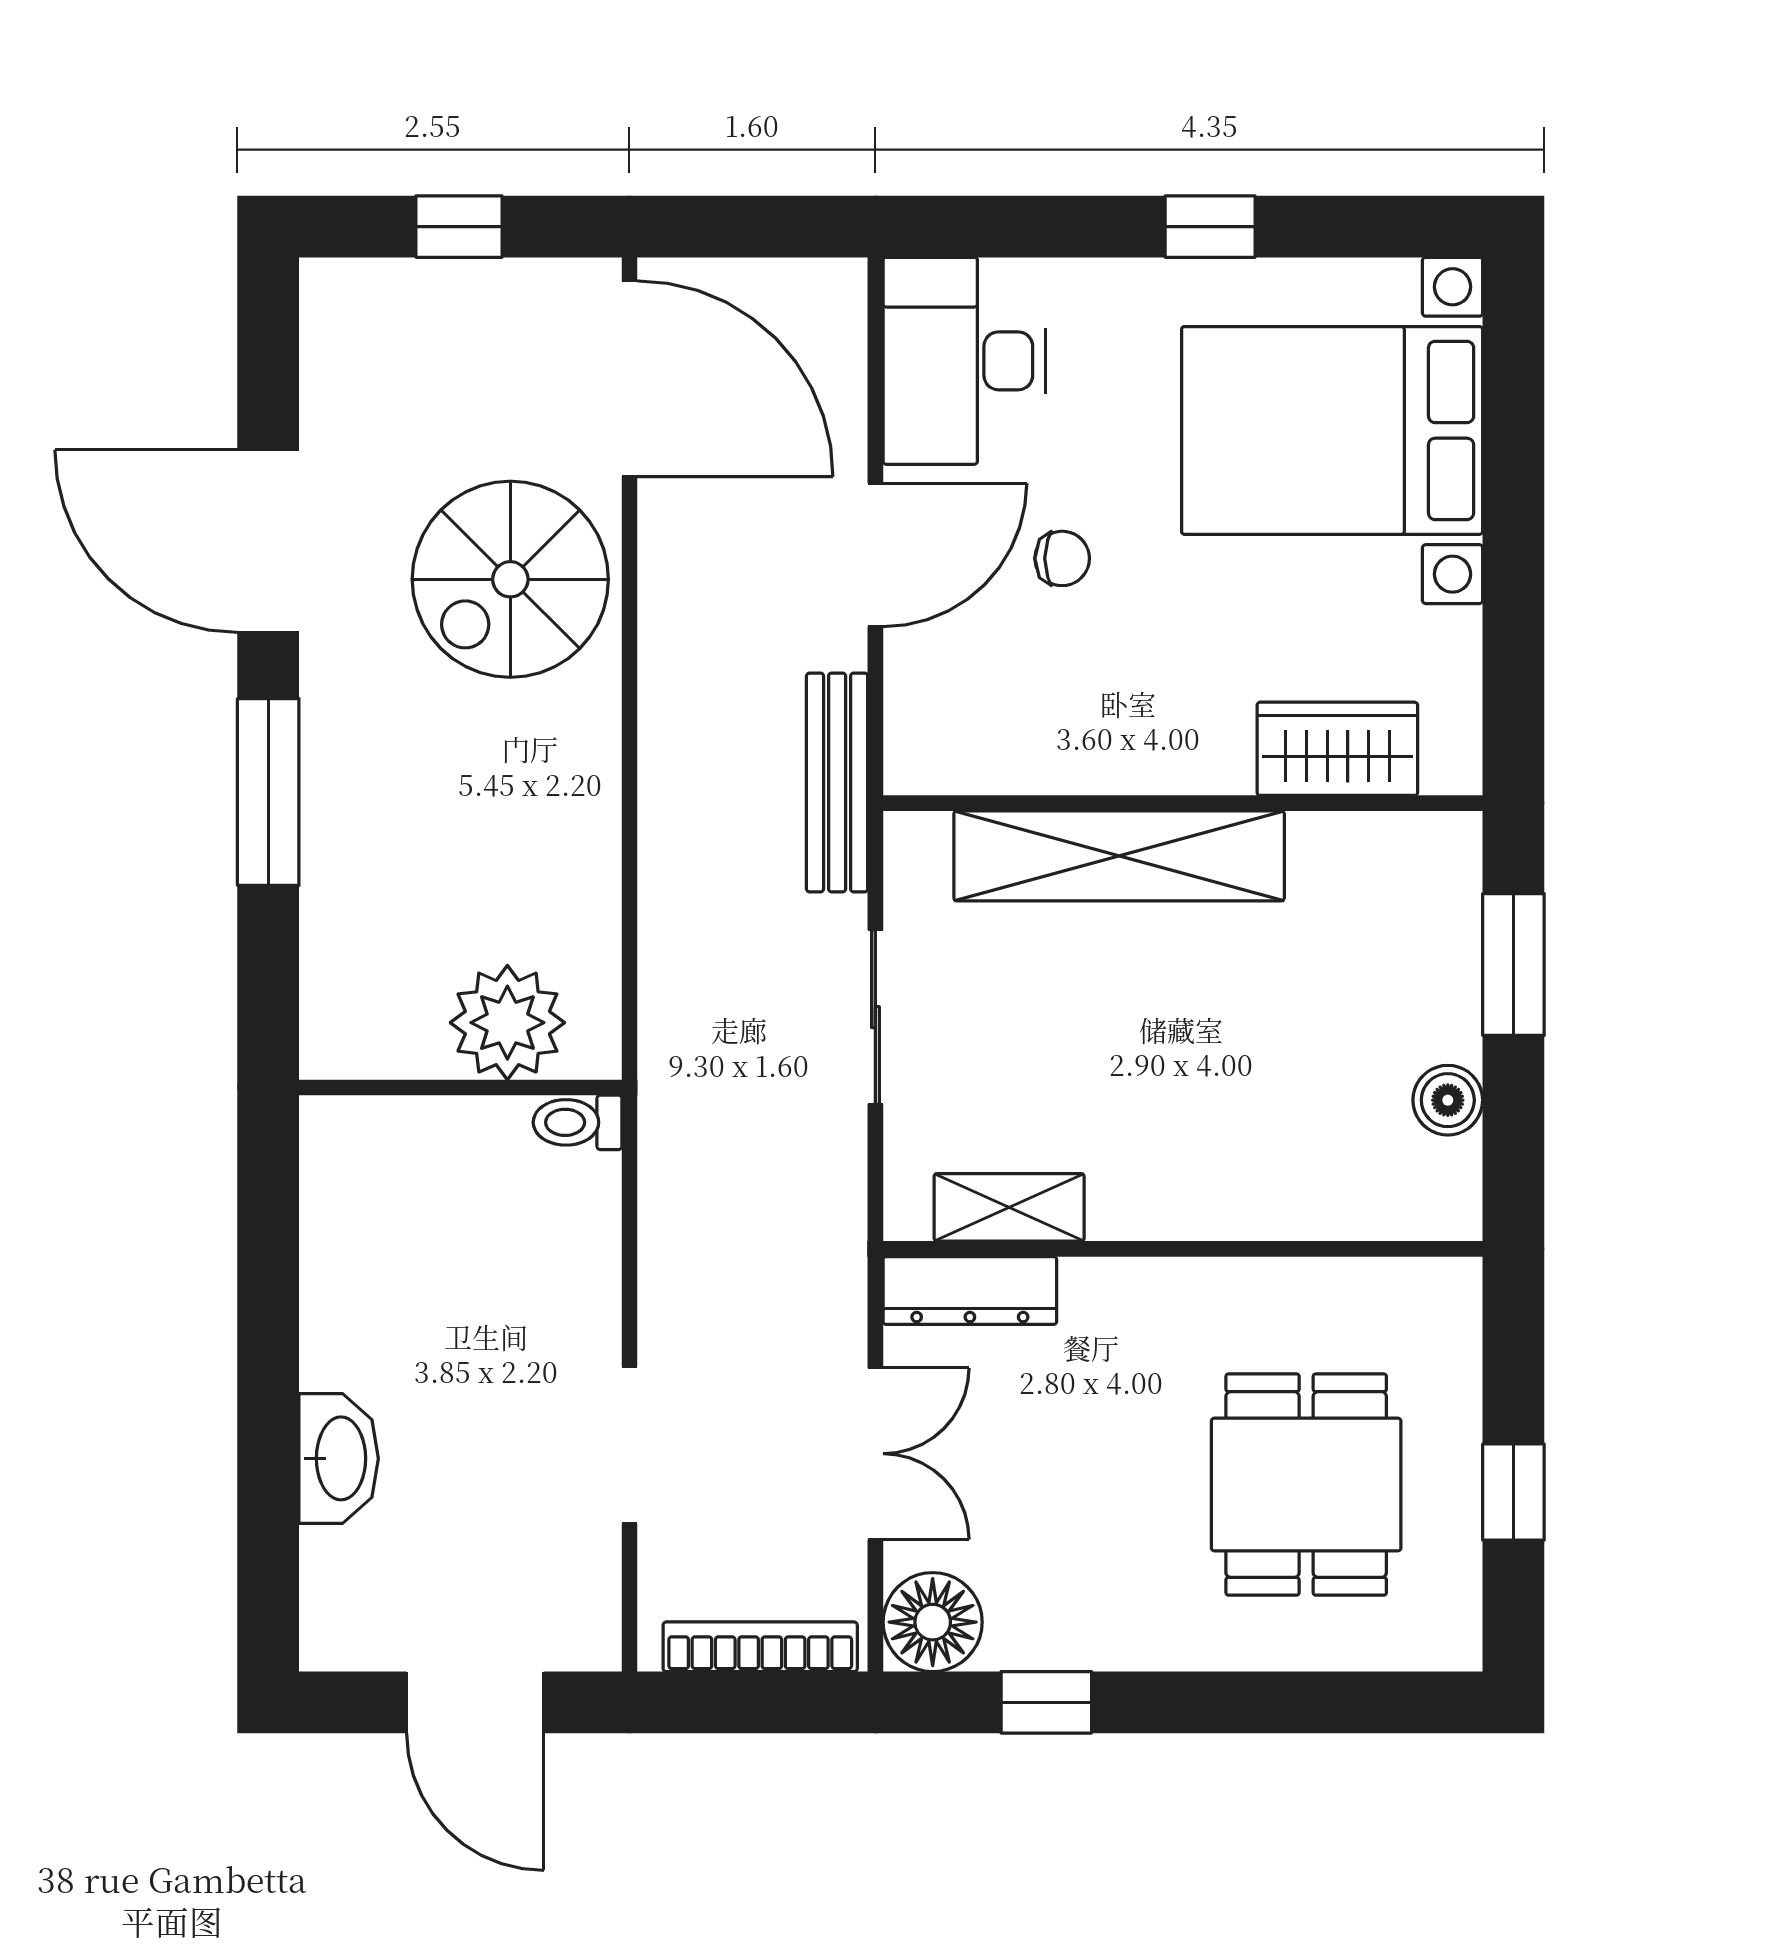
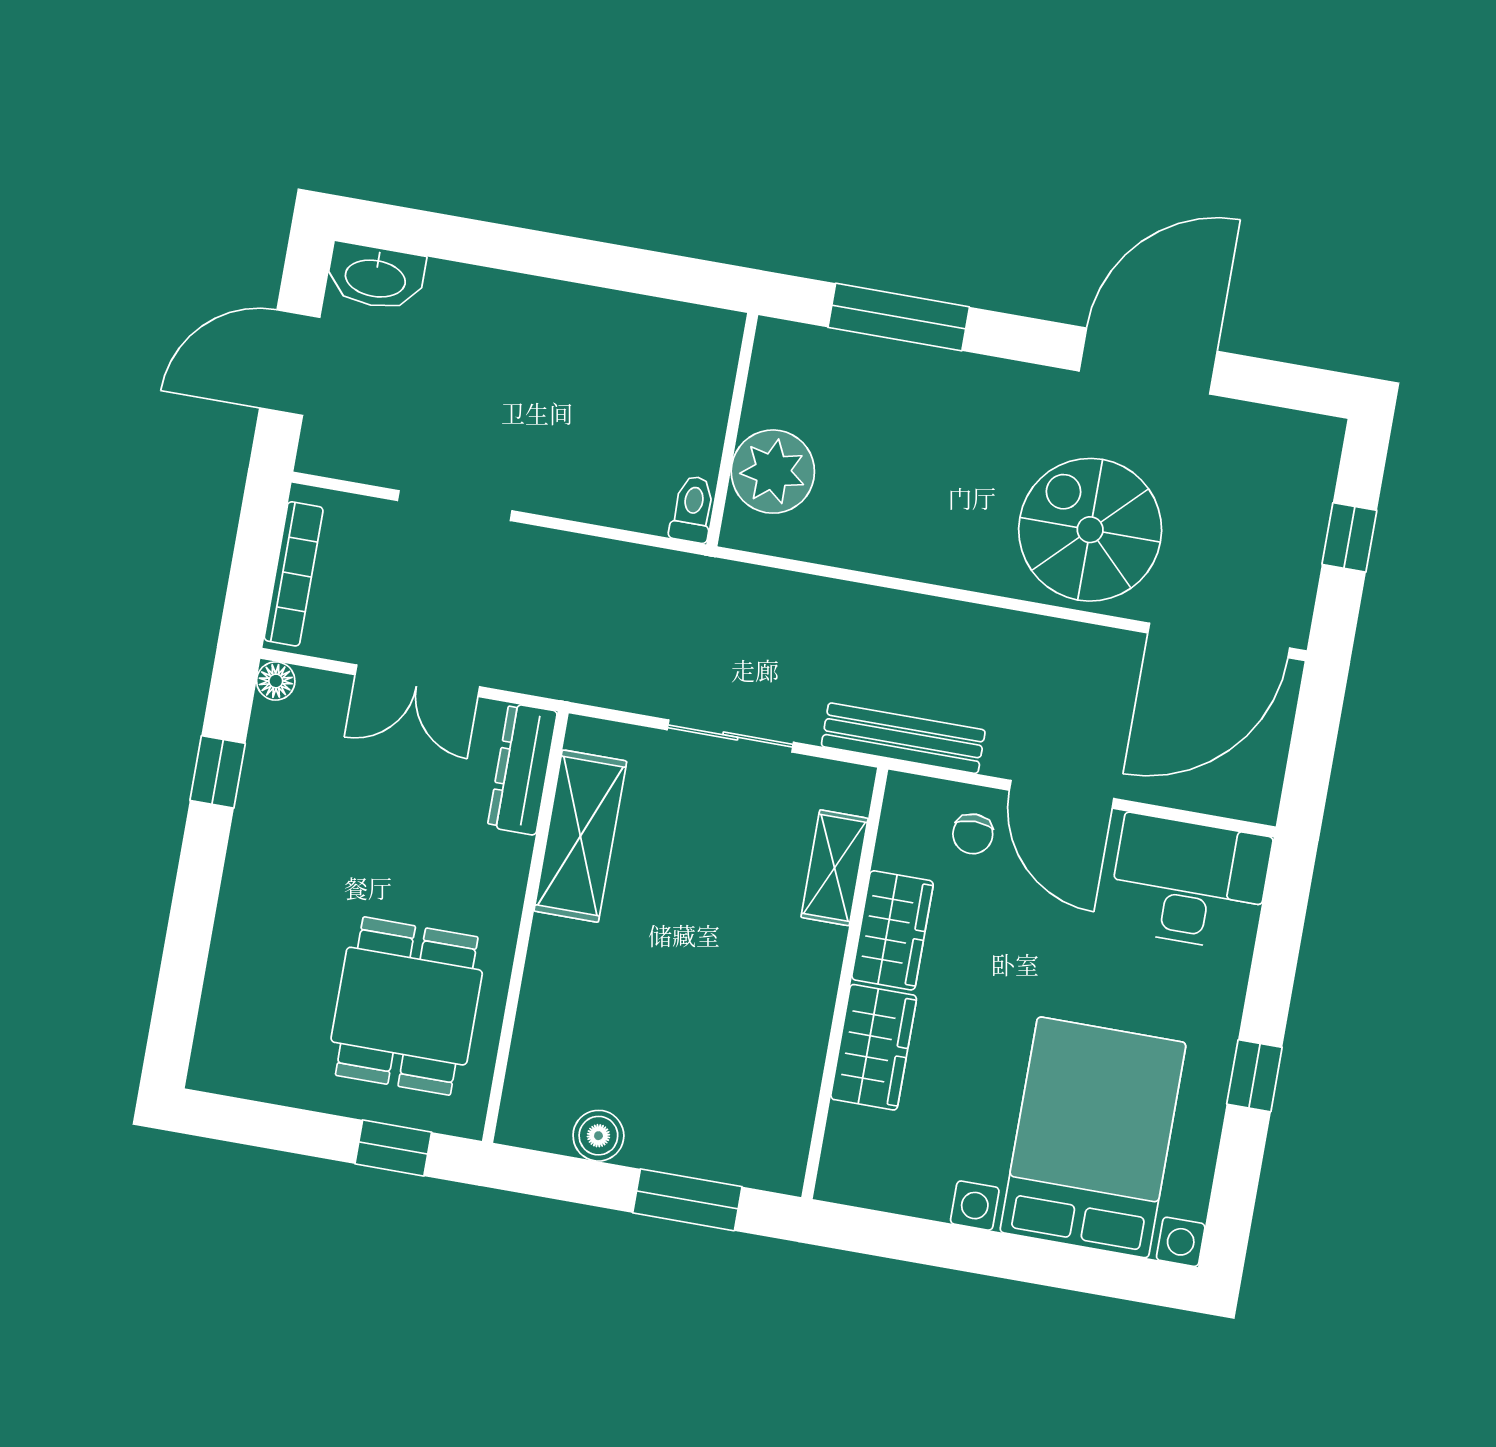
chair: (1062, 558) -> (973, 834), moved
wardrobe: (1337, 749) -> (874, 1047), moved
wardrobe: (1100, 751) -> (892, 930), added
window: (268, 792) -> (899, 317), moved
shelving: (1119, 856) -> (835, 868), width x0.45, depth x0.75
shelving: (1009, 1207) -> (580, 836), width x1.50, depth x1.33
washbasin: (339, 1458) -> (376, 277), moved
dining table: (1306, 1485) -> (407, 1006), moved, turned 90
window: (1513, 1492) -> (393, 1148), moved
floor lamp: (933, 1622) -> (276, 681), width x0.53, depth x0.53

